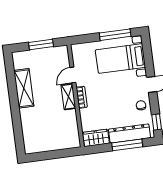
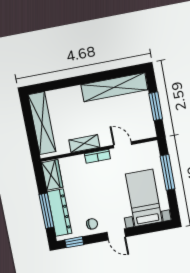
window: (115, 35) -> (167, 172), moved
shelving: (24, 88) -> (114, 87), width x1.47
shelving: (68, 97) -> (84, 144), moved
shelving: (50, 144) -> (42, 123), added

